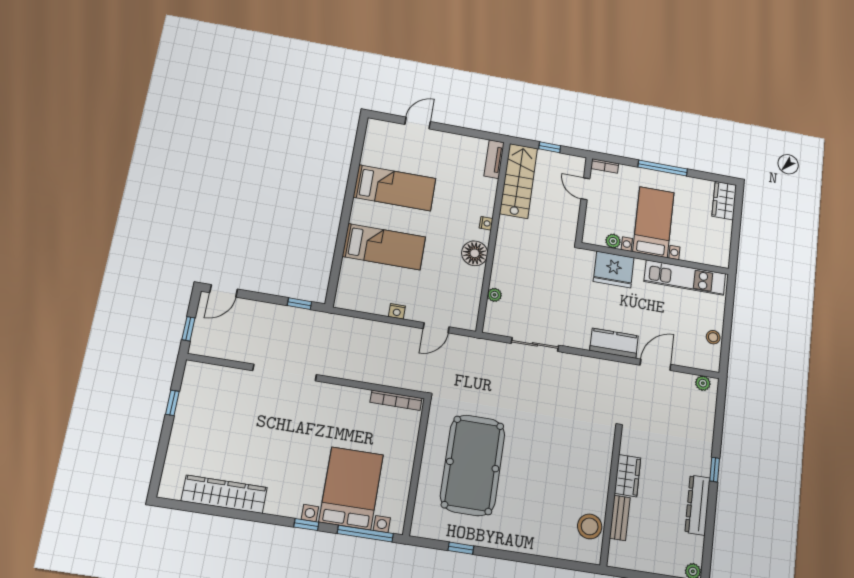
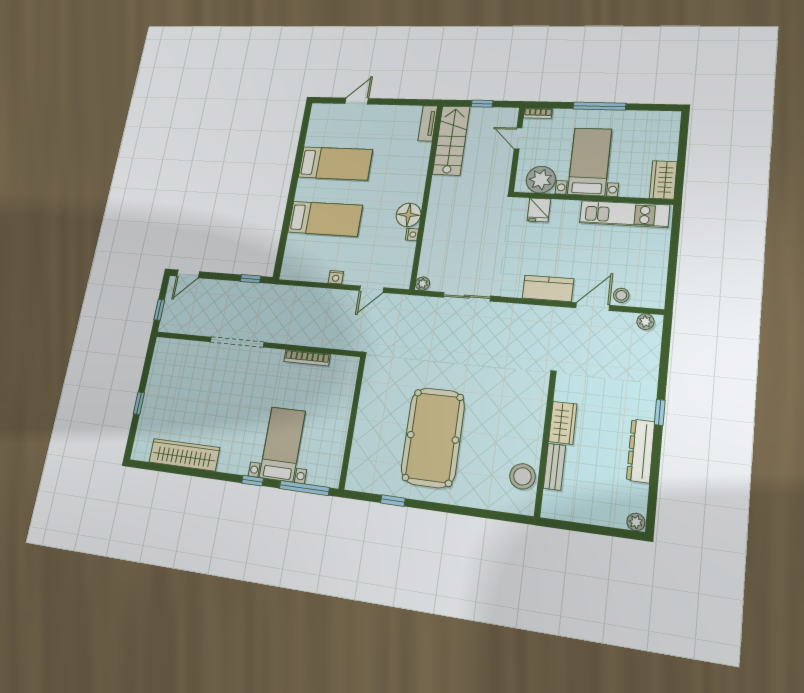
wardrobe: (724, 201) -> (663, 180), moved
nightstand: (486, 223) -> (412, 234), moved
plant: (613, 241) -> (541, 180), width x1.88, depth x1.88
fridge: (614, 269) -> (539, 210), width x0.53, depth x0.75
plant: (494, 295) -> (423, 284), moved
stool: (713, 337) -> (621, 295), moved
bookcase: (396, 400) -> (307, 358), moved
window: (172, 403) -> (139, 403), moved
pool table: (473, 465) -> (433, 437), moved
bed with nightstands: (351, 488) -> (282, 444), width x0.73

